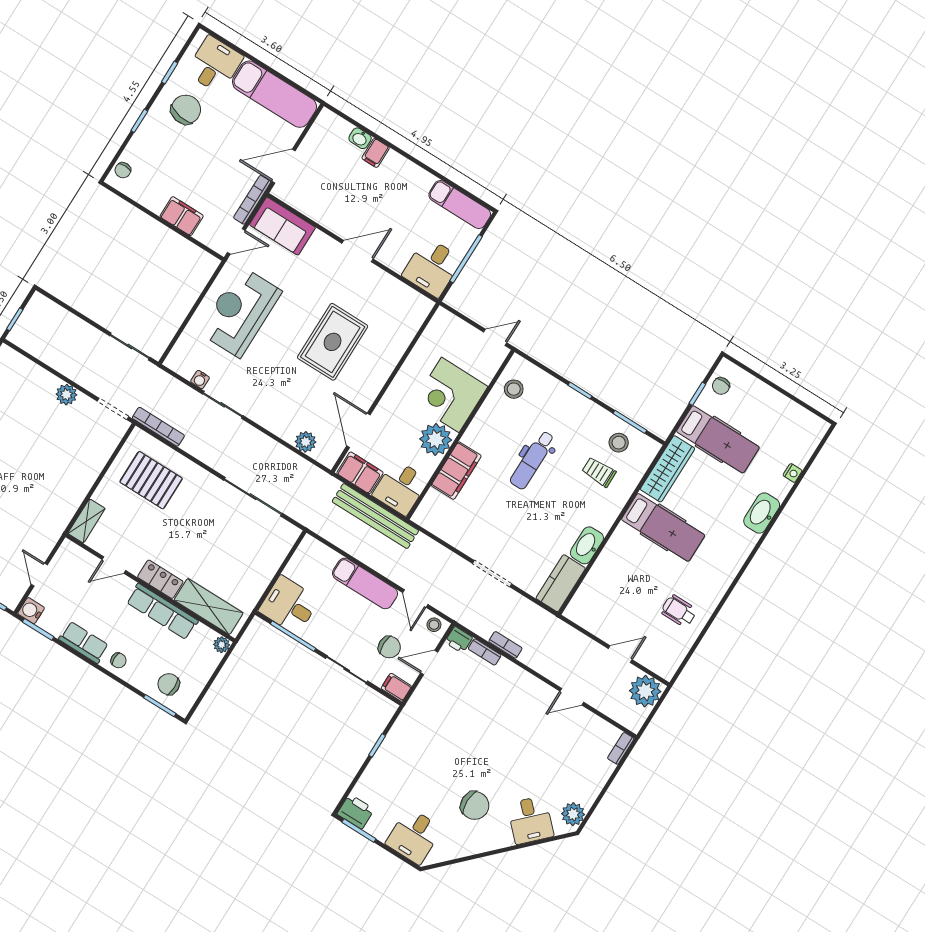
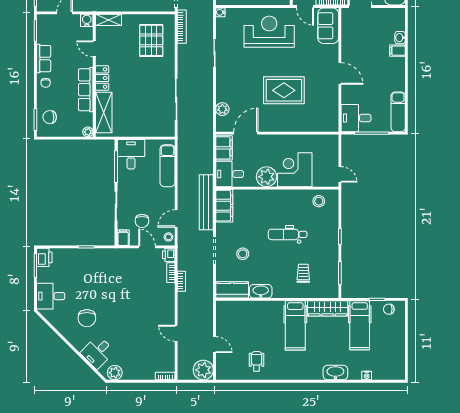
water cooler: (200, 380) -> (220, 12), moved
stool: (619, 443) -> (243, 254), moved
filing cabinet: (456, 471) -> (224, 206), moved, turned -90
bench: (375, 516) -> (206, 202), moved
exam couch: (365, 583) -> (167, 166), moved
water cooler: (31, 611) -> (87, 20), moved
chair: (169, 684) -> (50, 117), turned -90

